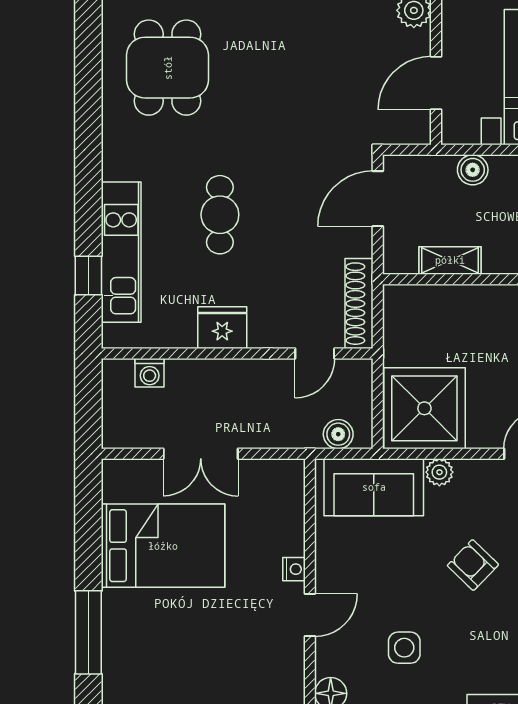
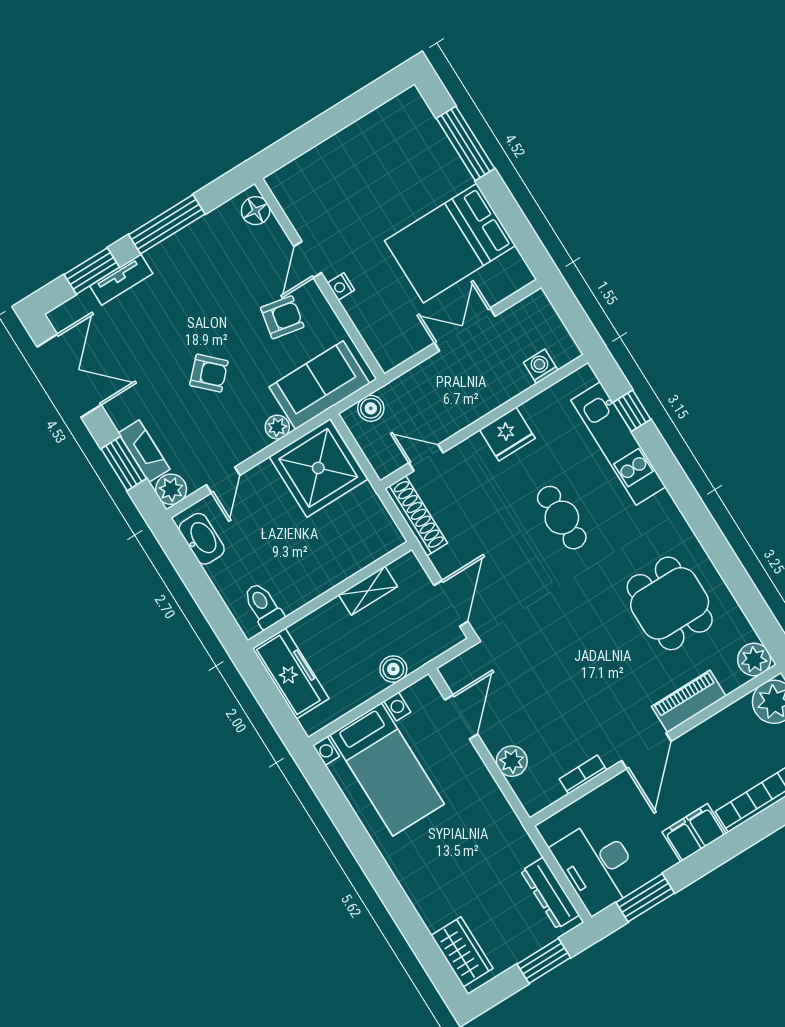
door: (315, 354) -> (426, 458), hinge flipped
armchair: (369, 575) -> (282, 317), added
side table: (404, 648) -> (222, 279), removed

